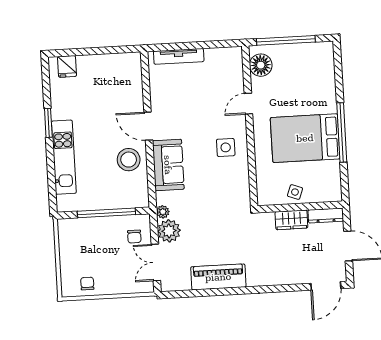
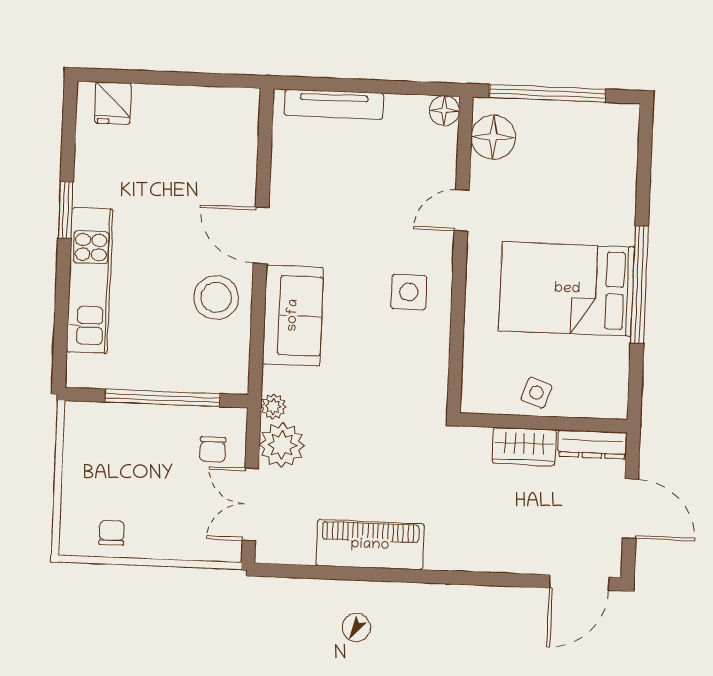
floor lamp: (235, 54) -> (444, 111), added

